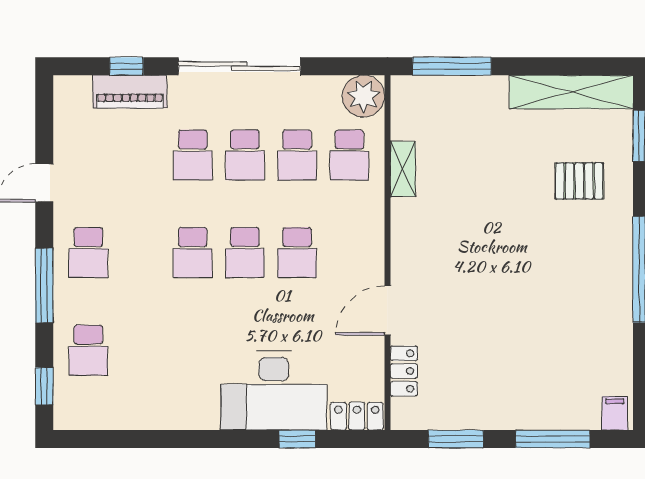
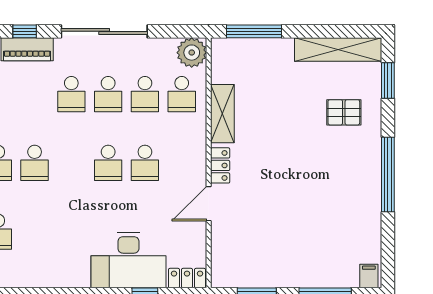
shelving: (403, 169) -> (222, 114), width x1.50, depth x1.33
school desk: (193, 253) -> (35, 163), moved
locker: (404, 371) -> (220, 165), moved

